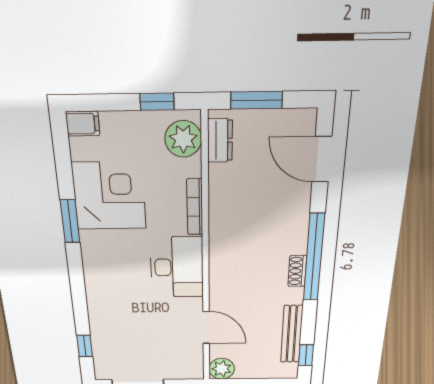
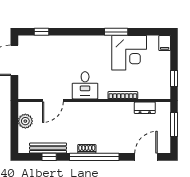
plant: (183, 139) -> (157, 90), removed
dresser: (220, 140) -> (145, 108), moved
desk: (177, 267) -> (85, 85), width x0.73
window: (306, 355) -> (49, 157), moved
plant: (222, 369) -> (25, 121), moved

